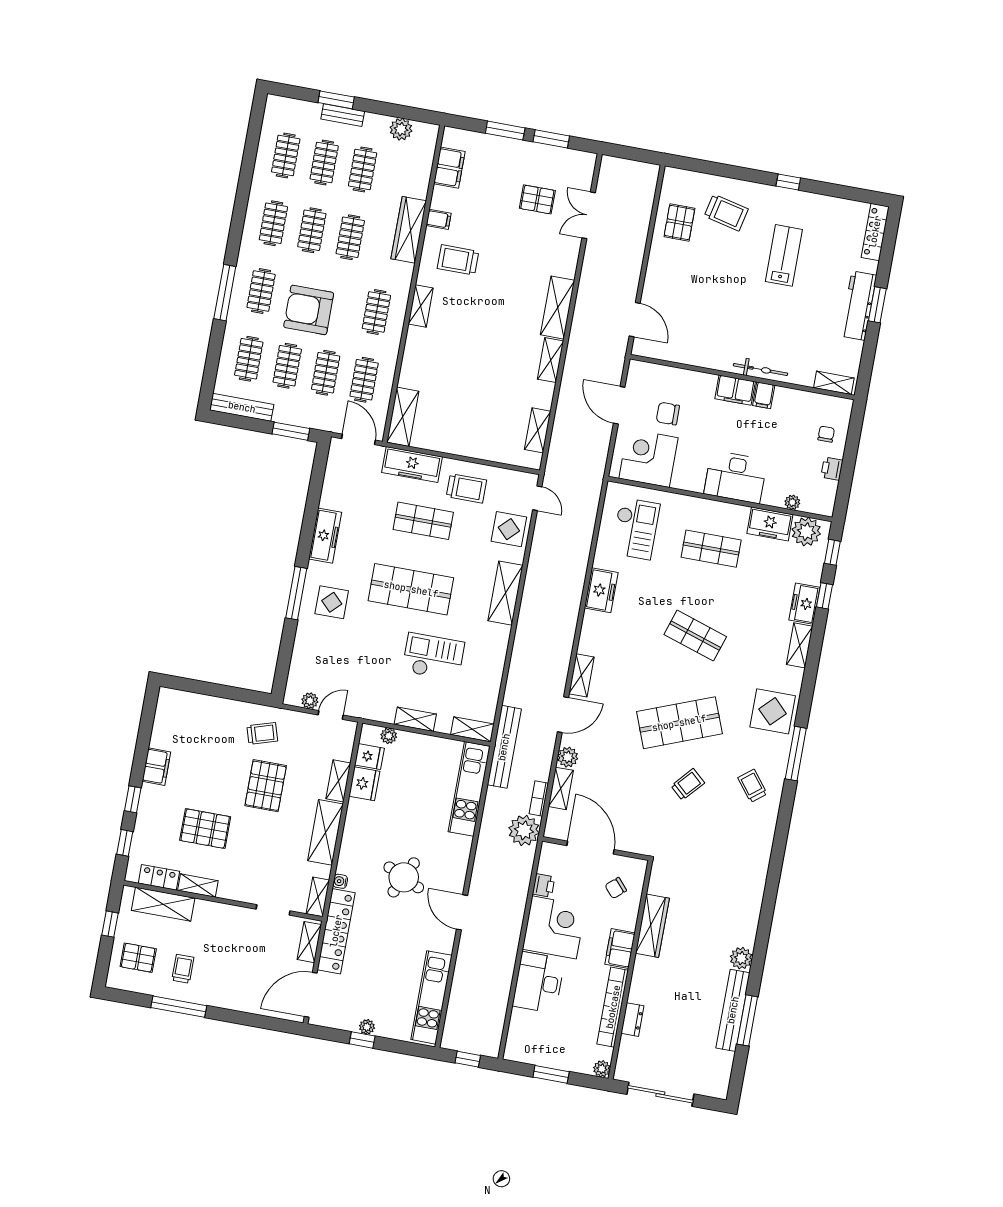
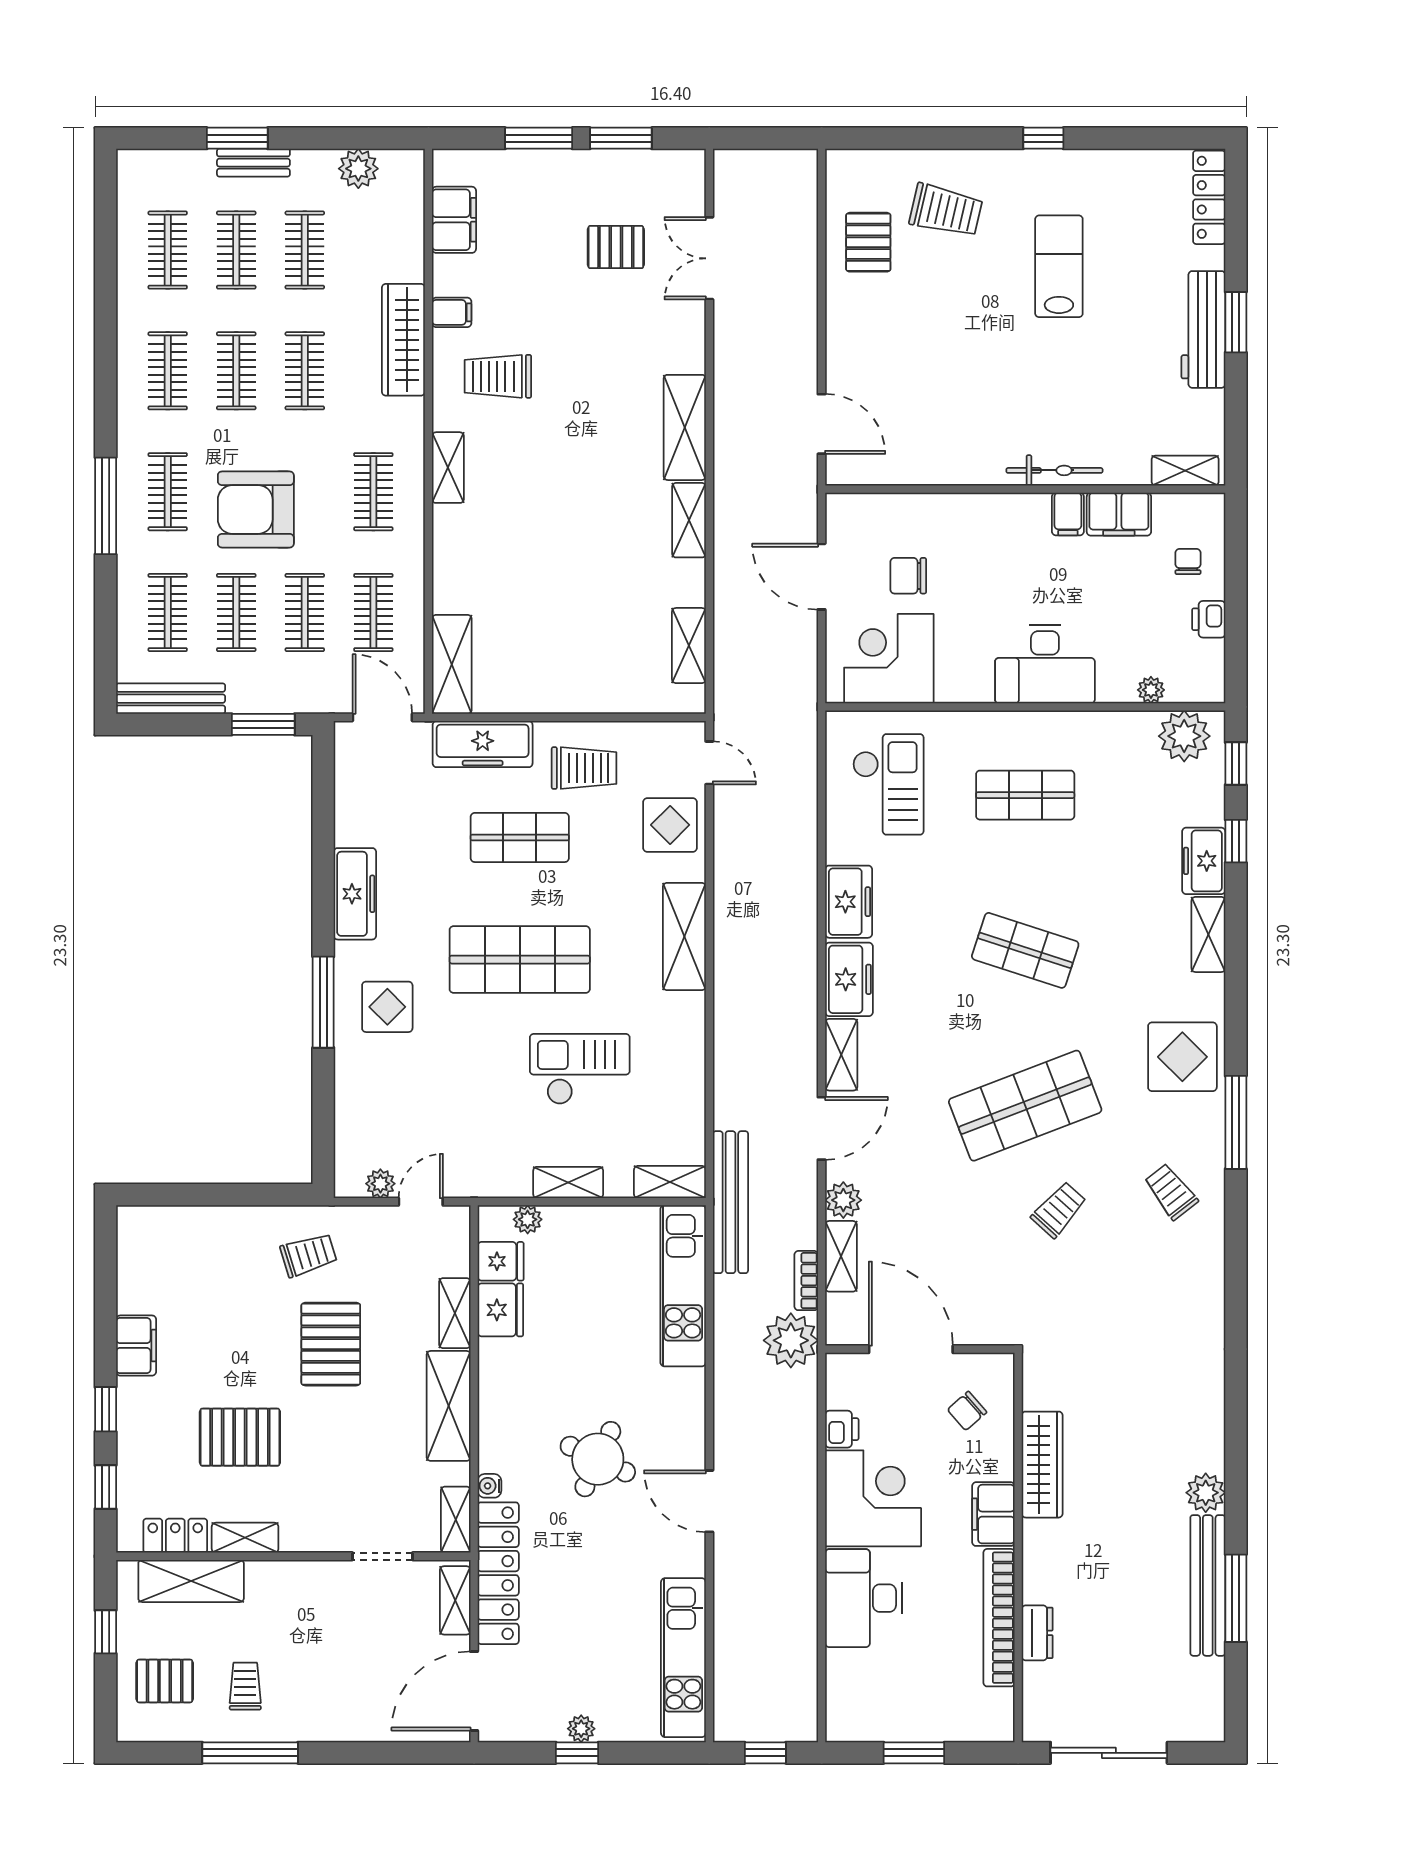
filing cabinet: (735, 390) -> (1119, 514), moved
freezer: (770, 524) -> (849, 979), moved, turned -90
plant: (602, 1069) -> (1000, 1727), removed

